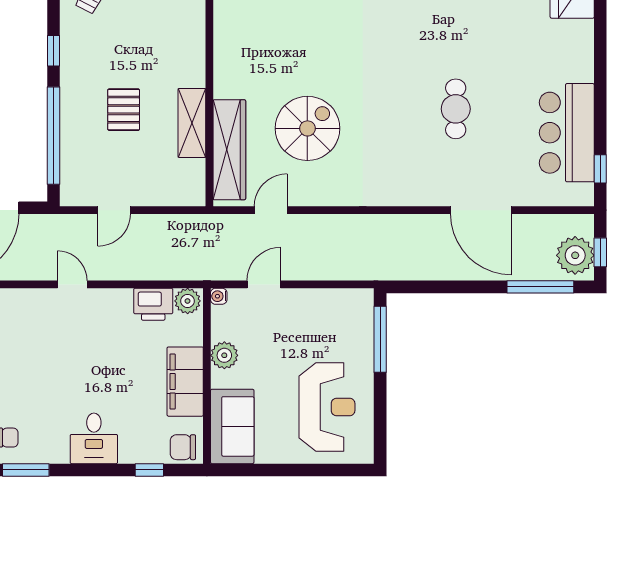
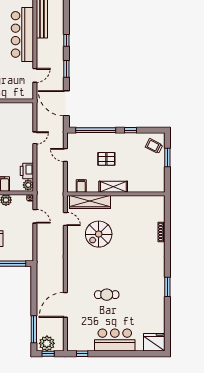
shelving: (192, 123) -> (113, 187), moved
spiral stairs: (307, 128) -> (99, 234), turned 90
bar counter: (567, 133) -> (115, 340), moved
filing cabinet: (190, 171) -> (81, 186), added

